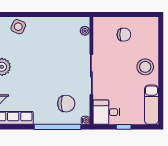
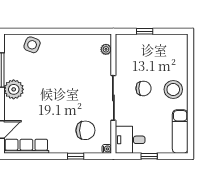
window: (120, 15) -> (145, 31), added
chair: (124, 35) -> (143, 88), moved
window: (58, 127) -> (76, 156), width x0.32

